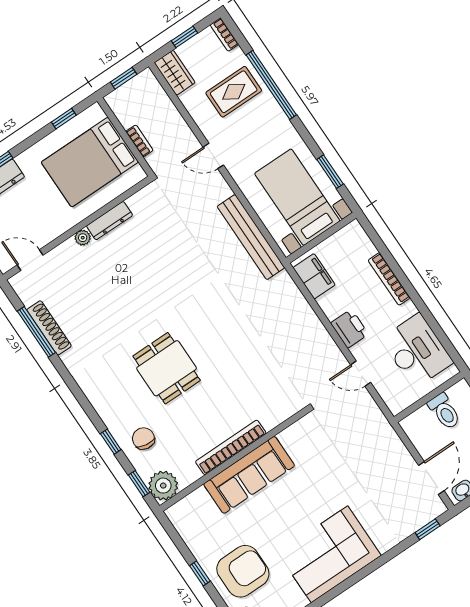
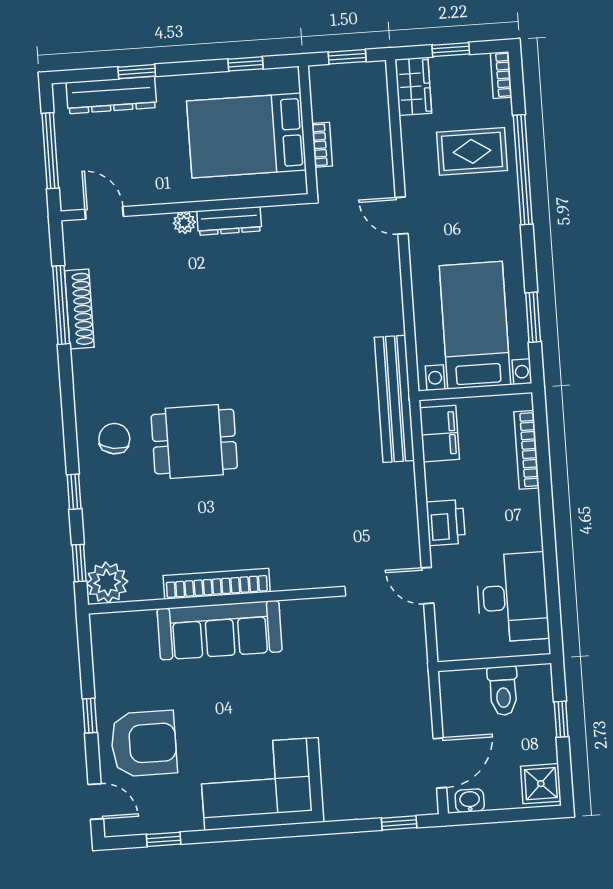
bench: (251, 237) -> (394, 399), moved
bookcase: (389, 279) -> (526, 450), moved
dining table: (167, 368) -> (194, 442), turned 90
chair: (143, 438) -> (114, 439), moved

